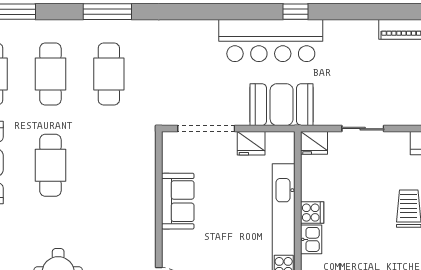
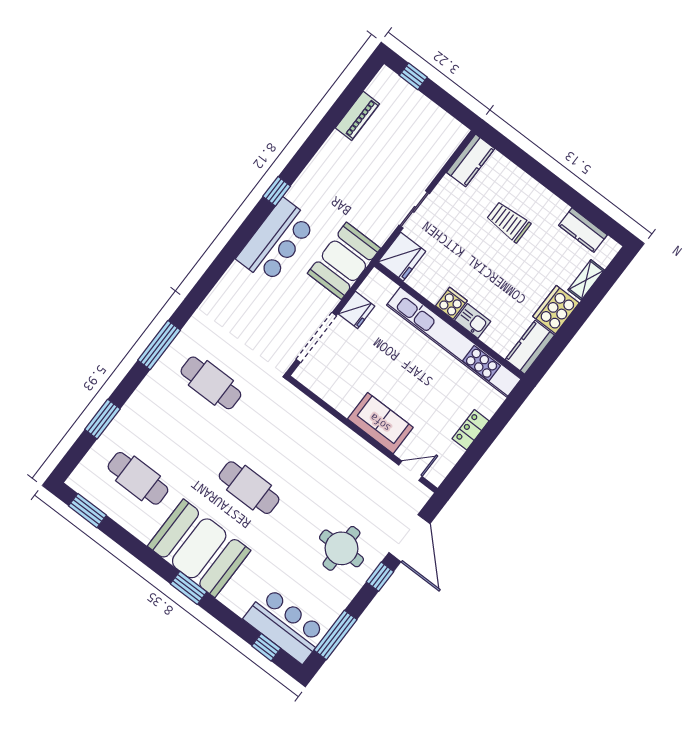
bar counter: (271, 41) -> (276, 241), width x0.73
cafe table: (50, 74) -> (174, 431), removed
fridge: (314, 143) -> (402, 257), width x1.36, depth x1.34
sofa: (178, 201) -> (380, 423), moved

